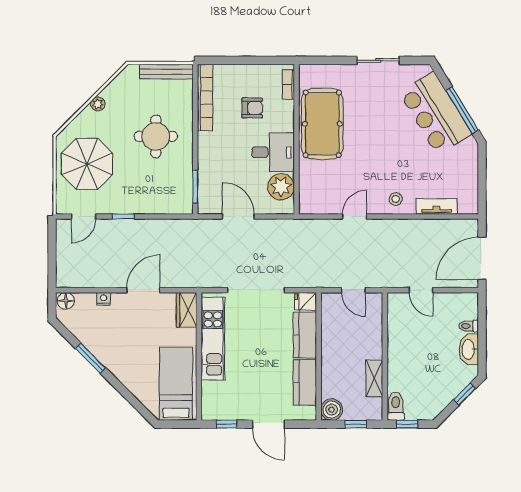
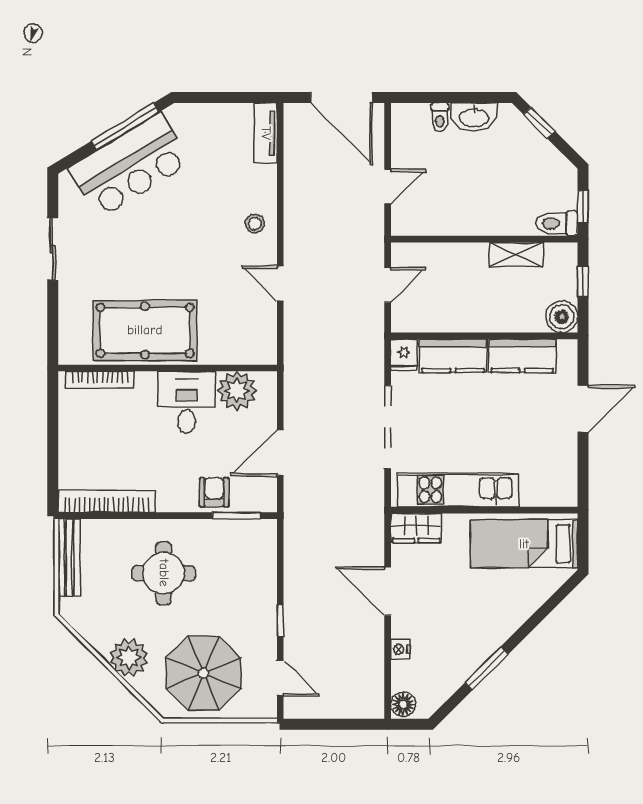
bookcase: (288, 84) -> (100, 380), width x1.56
plant: (98, 104) -> (129, 658), width x1.88, depth x1.88
armchair: (252, 108) -> (214, 492), moved
tv unit: (437, 206) -> (266, 133), moved
window: (227, 424) -> (583, 470), removed

